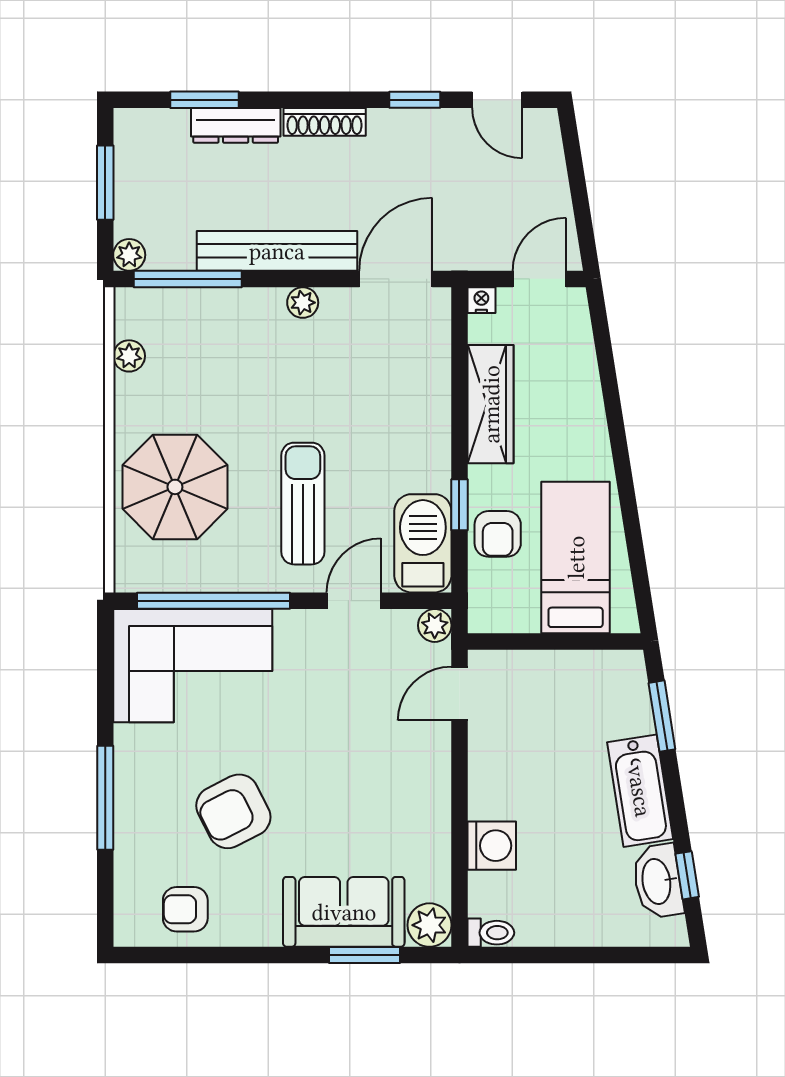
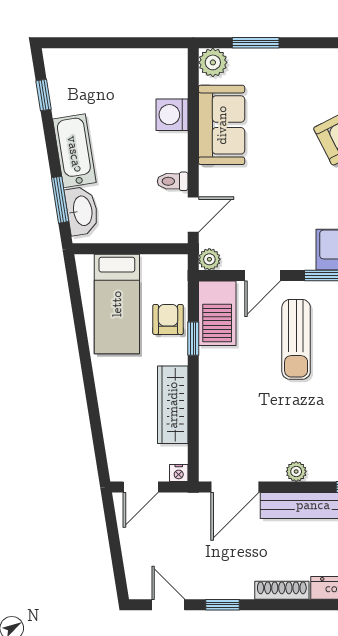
washbasin: (658, 881) -> (82, 211), moved
sofa: (344, 912) -> (222, 125), moved, turned -90
toilet: (491, 933) -> (173, 181), moved

